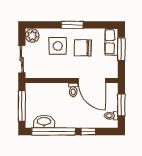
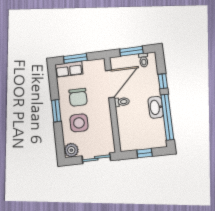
window: (22, 106) -> (145, 153), width x0.46
washbasin: (44, 122) -> (156, 107), moved

